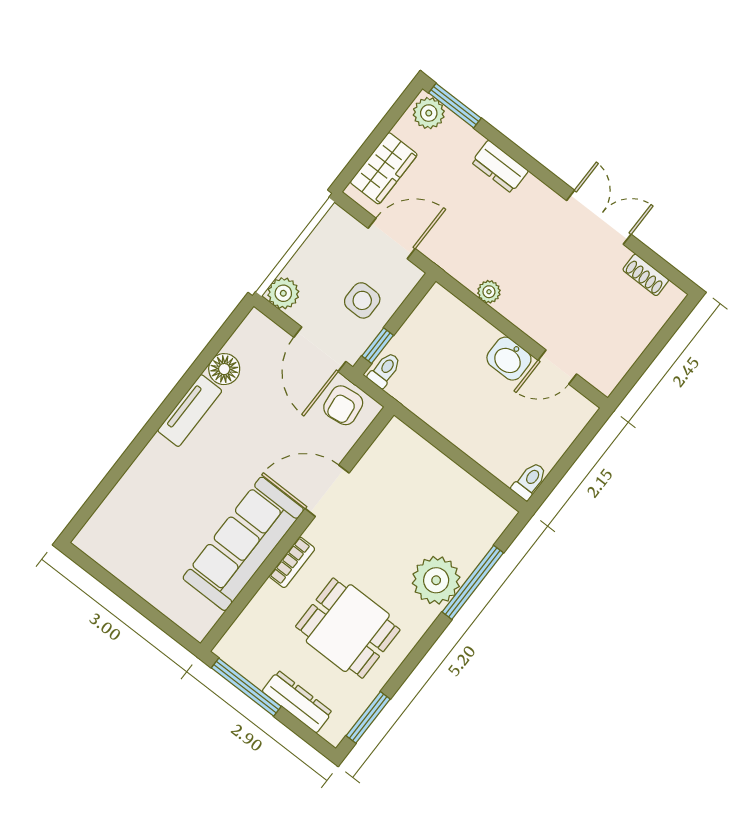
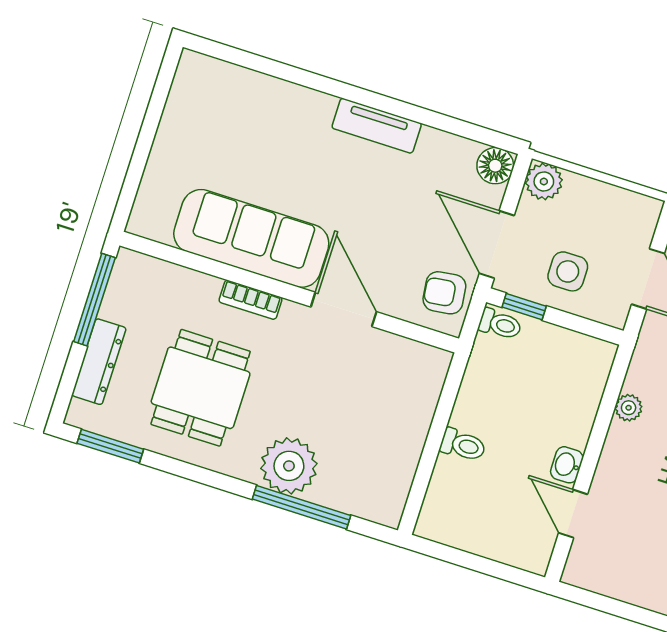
door: (320, 349) -> (497, 245), hinge flipped
washbasin: (509, 359) -> (567, 465), width x0.72, depth x0.69
floor lamp: (224, 369) -> (495, 166), moved
toilet: (529, 481) -> (463, 445), moved

